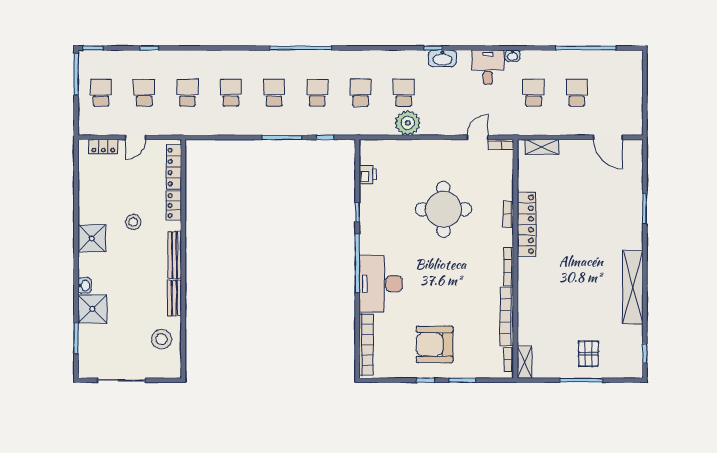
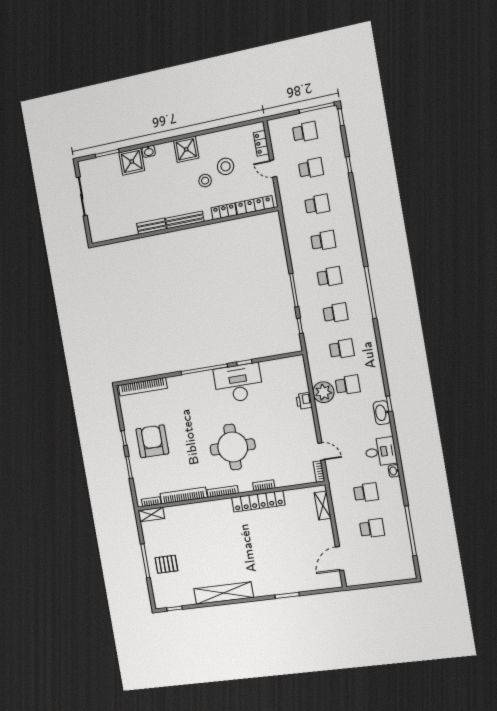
printer: (368, 174) -> (304, 401), moved, turned 90
round table: (444, 209) -> (233, 447), moved
desk: (381, 284) -> (238, 383), moved
stool: (162, 339) -> (226, 166), moved

